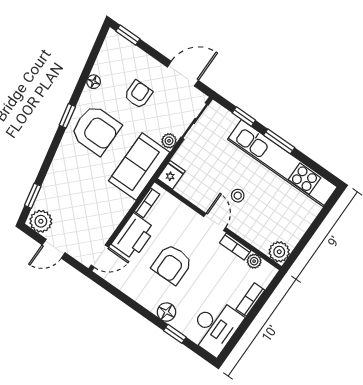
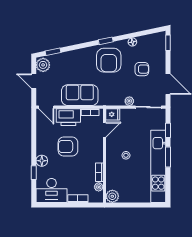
sofa: (139, 167) -> (80, 95), moved
door: (215, 222) -> (104, 130), moved

